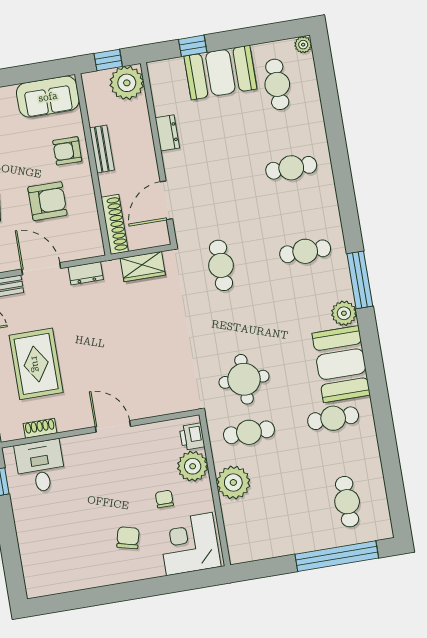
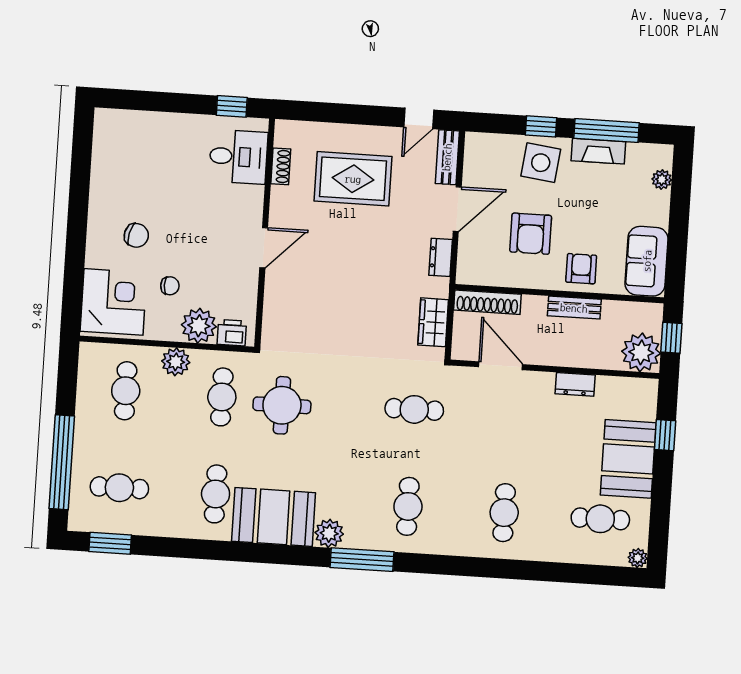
plant: (233, 482) -> (176, 362), width x0.73, depth x0.73
window: (396, 498) -> (110, 543), added
cafe table: (263, 516) -> (126, 391), added

